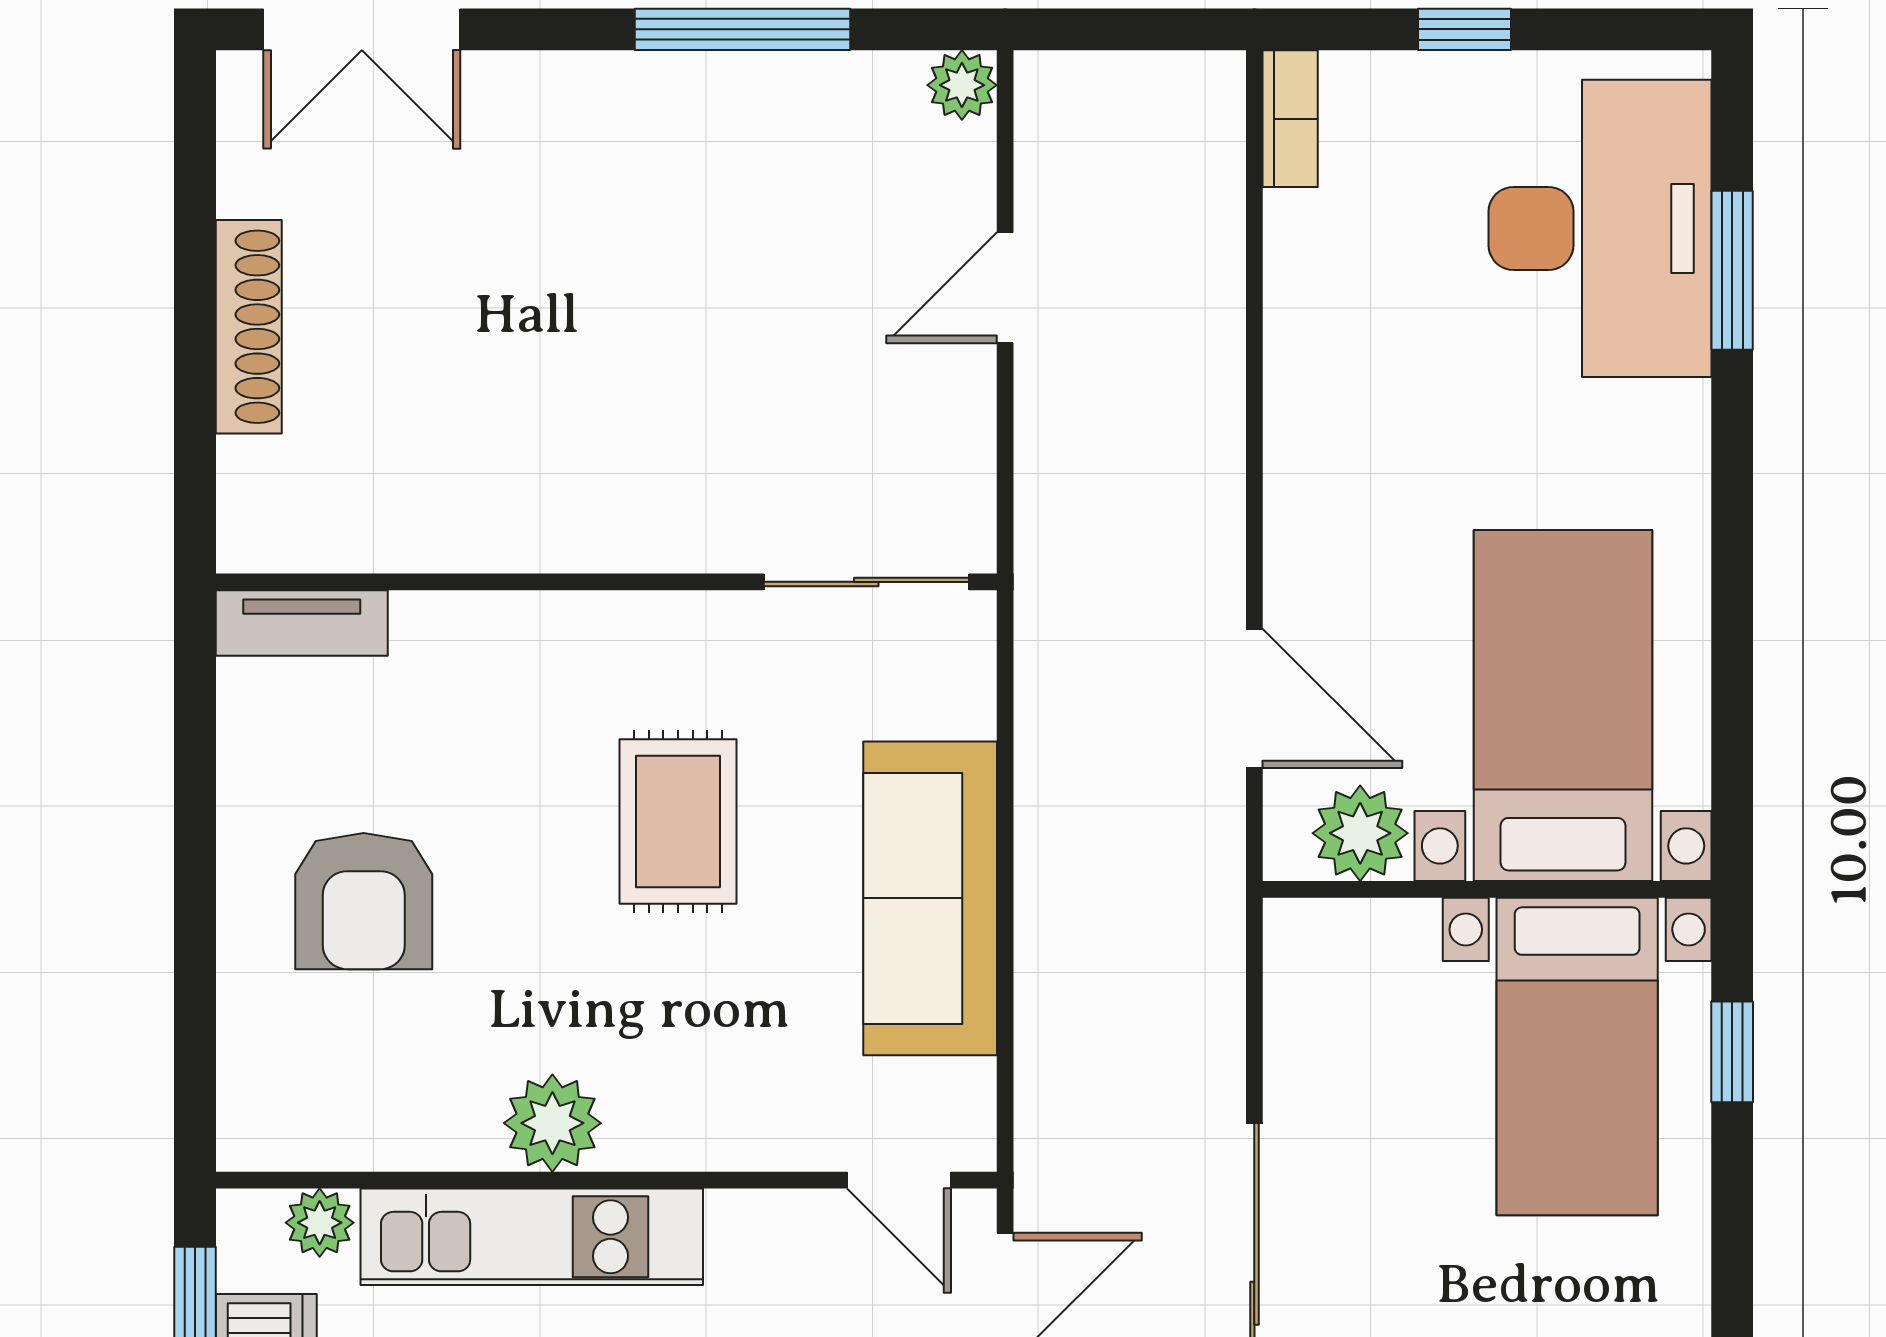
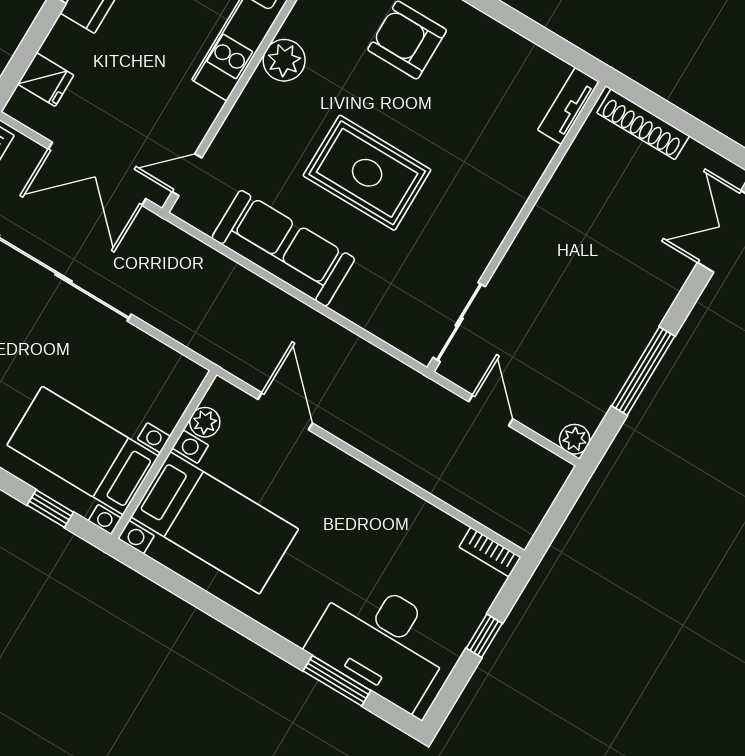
wall: (606, 582) -> (516, 227), moved
sliding door: (866, 582) -> (459, 322), moved
tv unit: (302, 623) -> (568, 106), moved
door: (1254, 698) -> (285, 411), swing flipped
rug: (678, 822) -> (367, 173), width x1.36, depth x1.43
plant: (1360, 833) -> (205, 422), width x0.73, depth x0.73

